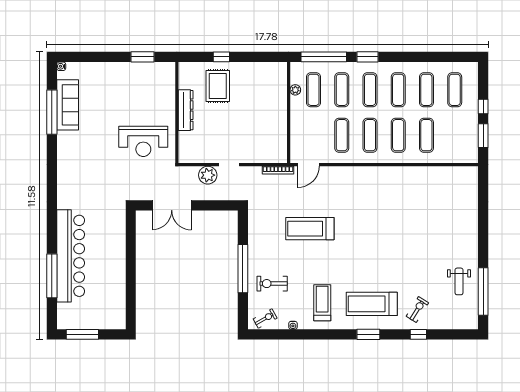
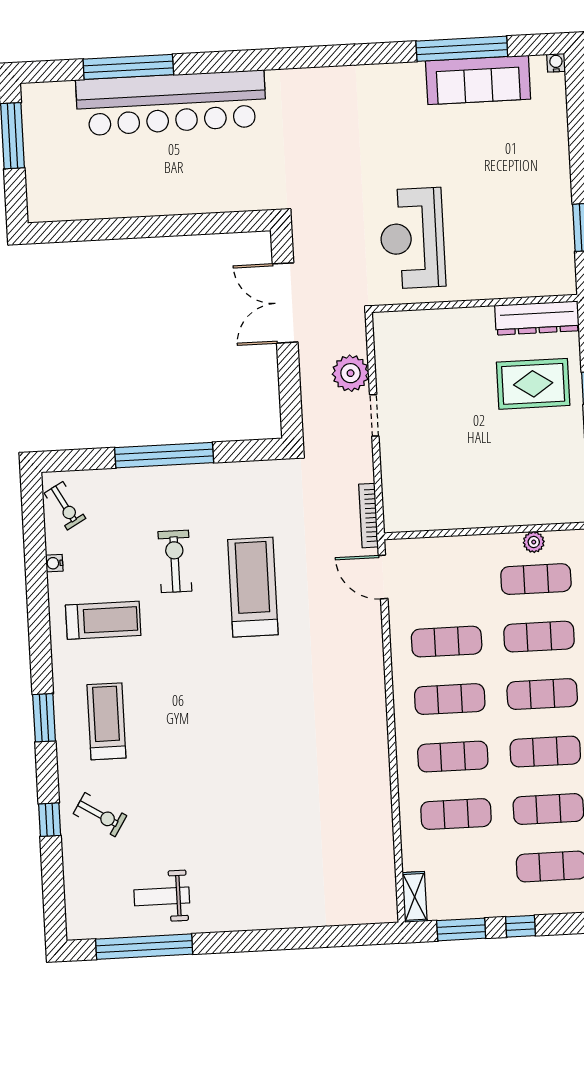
dresser: (186, 110) -> (537, 318), moved
shelving: (466, 158) -> (415, 897), added
exercise bike: (272, 284) -> (175, 561), moved
treadmill: (372, 304) -> (106, 721), width x0.73, depth x0.73

